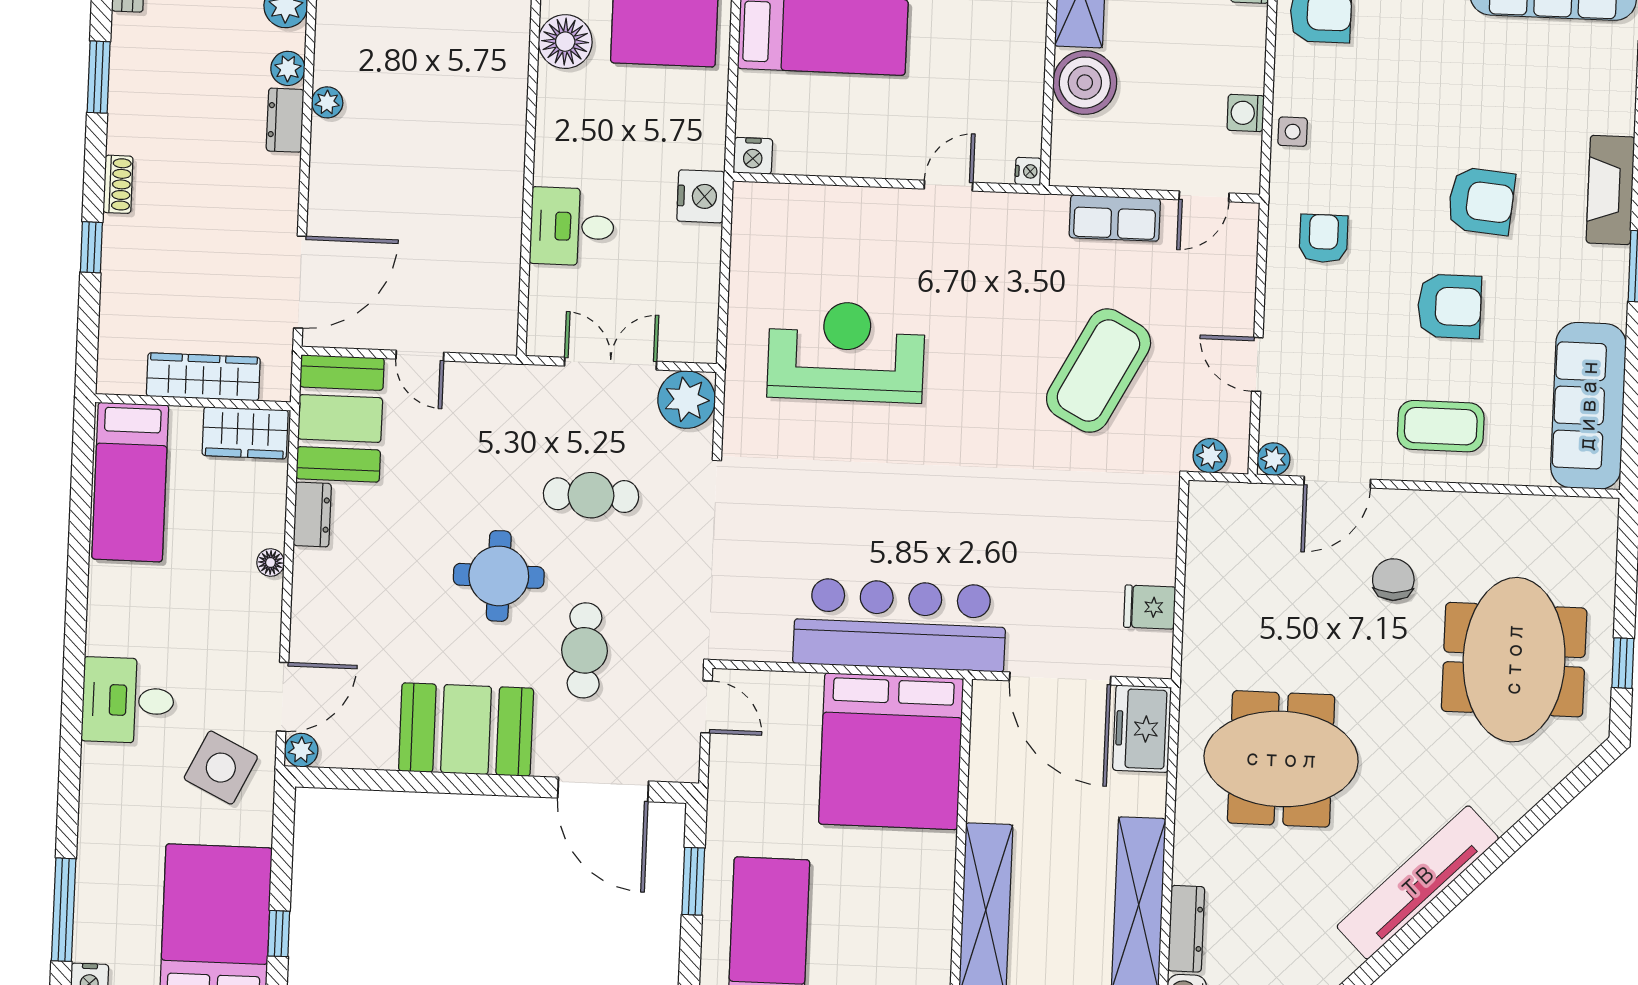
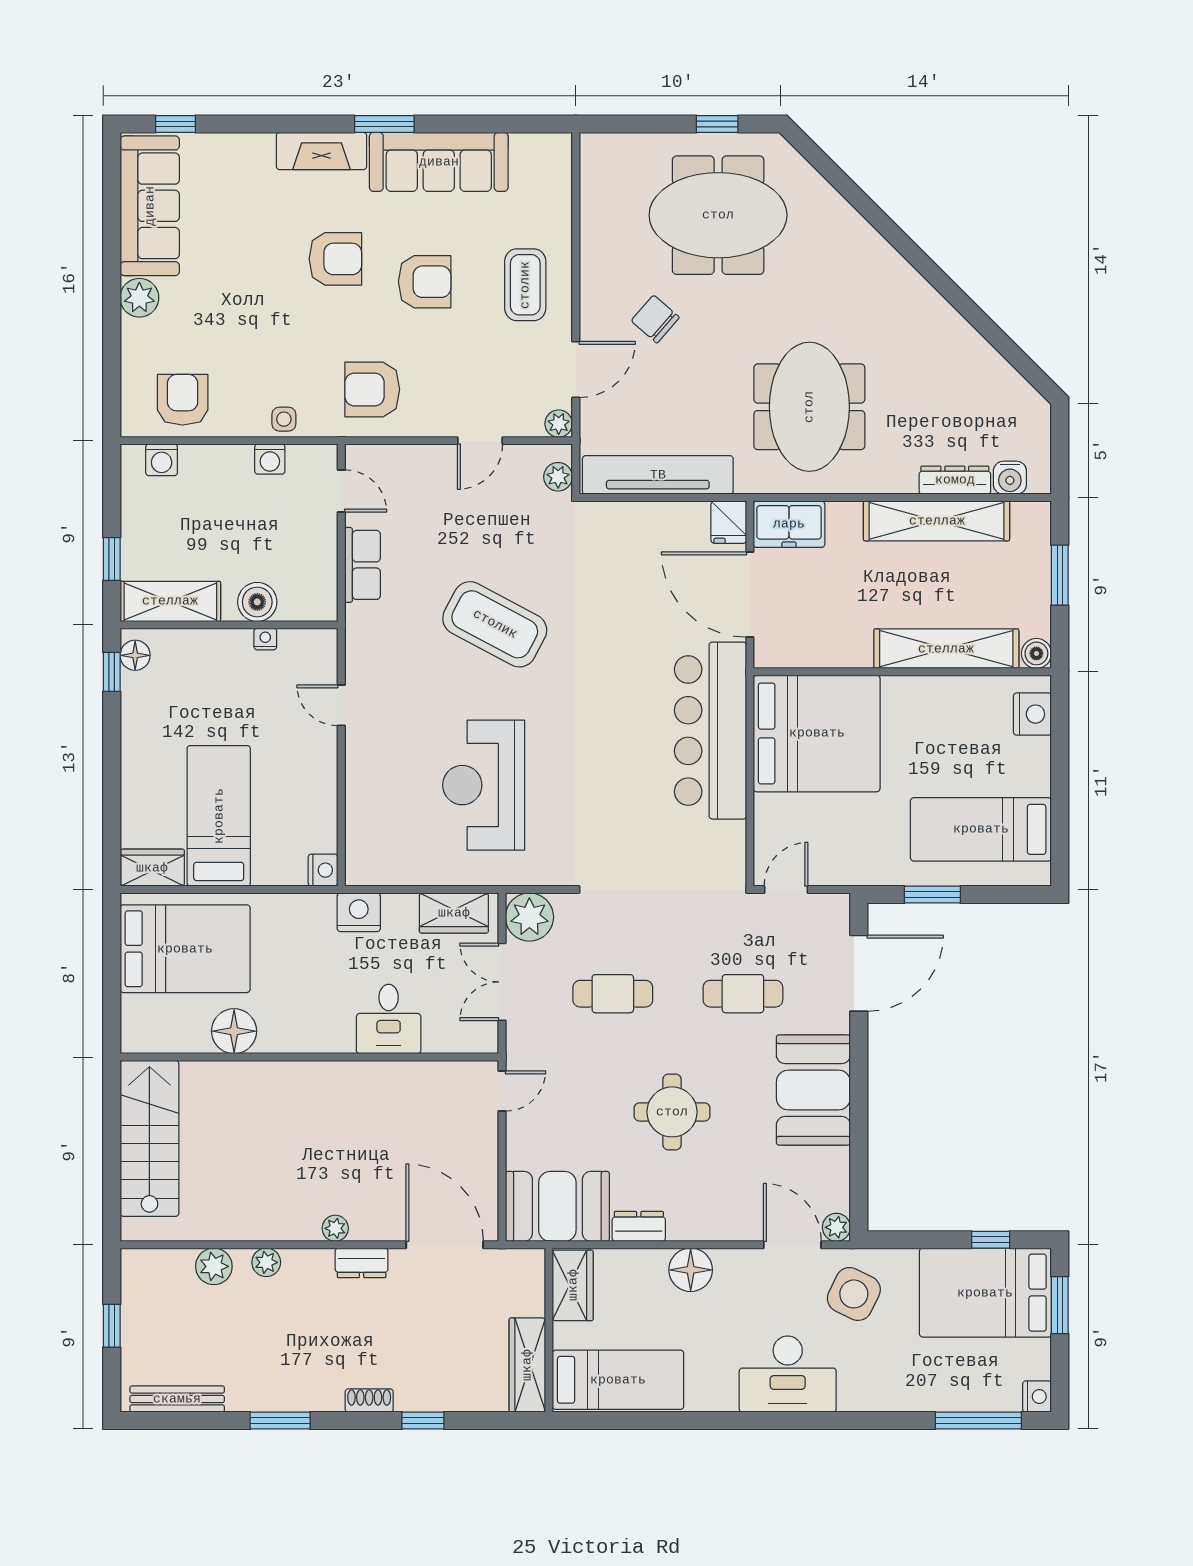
boiler: (1085, 83) -> (257, 602), width x0.73, depth x0.73
plant: (327, 102) -> (335, 1228), moved
dresser: (285, 120) -> (362, 1263), moved
nightstand: (1028, 171) -> (265, 639), moved
armchair: (1481, 201) -> (335, 259), turned 85
armchair: (1324, 238) -> (372, 389), width x1.38, depth x1.38
armchair: (1449, 306) -> (425, 282), turned 90
wardrobe: (695, 310) -> (454, 913), added
door: (420, 356) -> (502, 1091), moved
coffee table: (1099, 371) -> (495, 624), moved
wardrobe: (203, 377) -> (527, 1365), moved
sofa: (1588, 406) -> (439, 162), moved
door: (1337, 482) -> (576, 369), hinge flipped
cafe table: (591, 495) -> (613, 994), turned 90
floor lamp: (271, 562) -> (691, 1270), width x1.89, depth x1.89
round table: (499, 576) -> (672, 1112), moved
chair: (1393, 580) -> (655, 319), turned 42
fridge: (1150, 607) -> (729, 522), moved
door: (1060, 679) -> (750, 595), swing flipped
desk: (128, 700) -> (788, 1374), width x1.37
tv unit: (1418, 882) -> (658, 475), moved, turned 135

